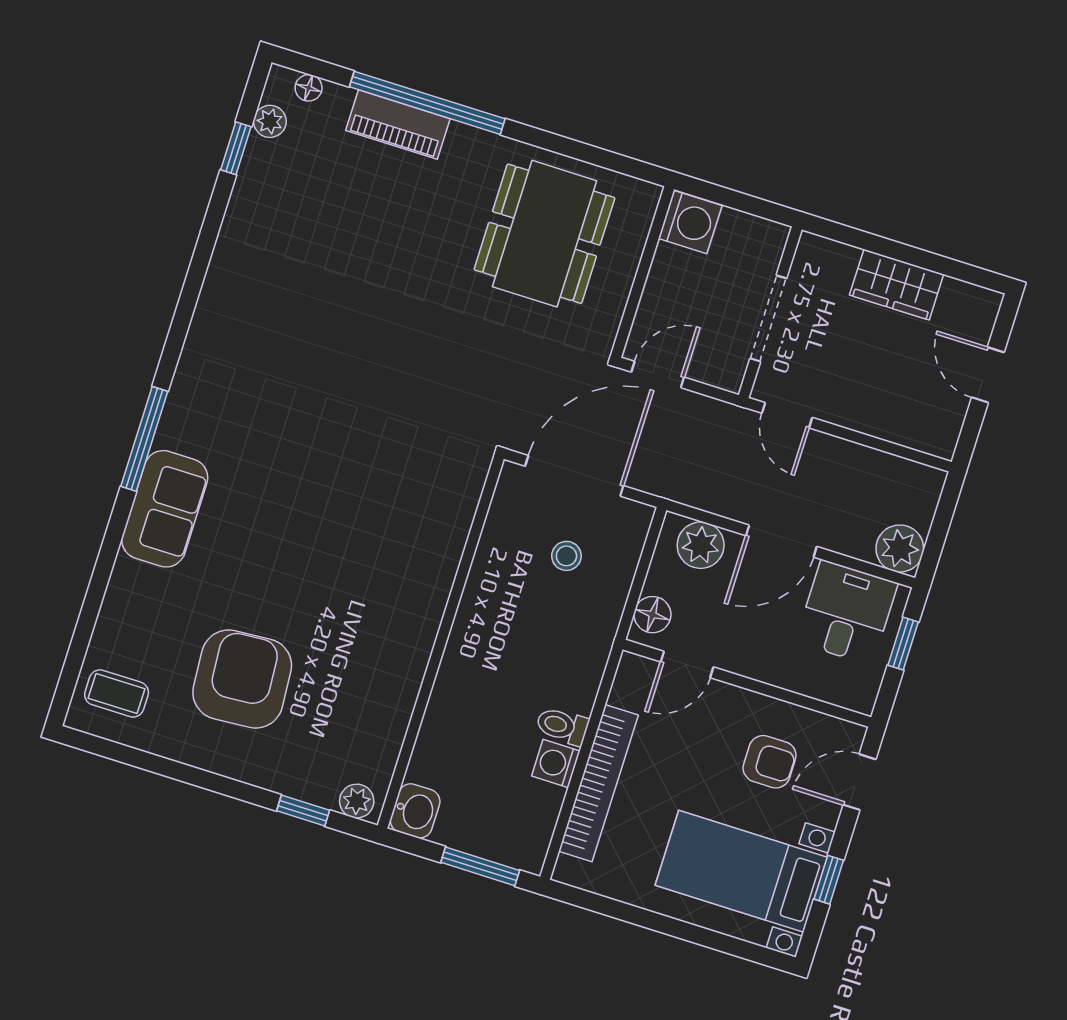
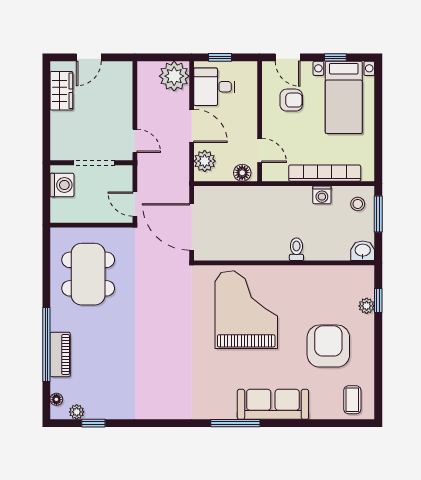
washing machine: (690, 222) -> (62, 185), moved, turned 90
dining table: (544, 234) -> (88, 274), turned 90
wardrobe: (897, 285) -> (61, 91), moved
door: (787, 415) -> (135, 141), hinge flipped
sofa: (165, 509) -> (273, 404), width x1.36
grand piano: (370, 534) -> (246, 310), added
plant: (900, 549) -> (174, 76), width x1.36, depth x1.36
stool: (566, 556) -> (358, 204), moved
armchair: (242, 679) -> (328, 346), turned 94
toilet: (562, 726) -> (296, 249), moved, turned 180
armchair: (770, 762) -> (291, 100), turned 90
plant: (357, 801) -> (367, 306), moved

